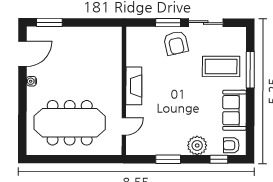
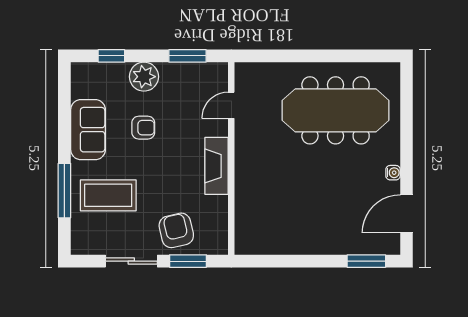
fireplace: (134, 86) -> (217, 166), moved
wall: (124, 91) -> (231, 158), moved
door: (124, 126) -> (231, 105), moved
armchair: (231, 145) -> (143, 128), moved

